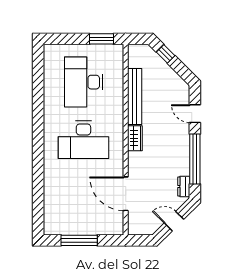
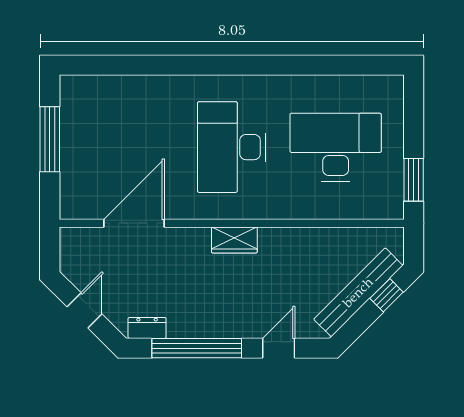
bench: (135, 96) -> (358, 292), moved, turned -45

